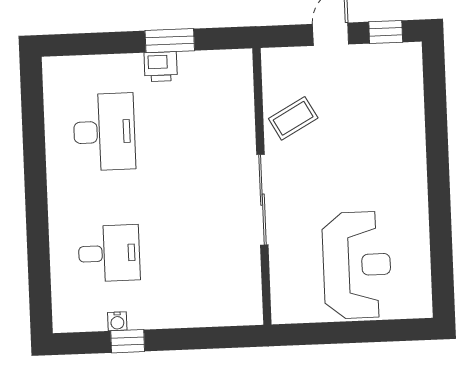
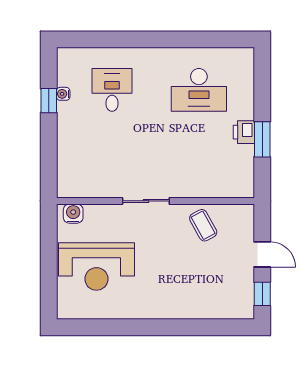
sliding door: (262, 200) -> (146, 201), width x0.73
desk: (109, 253) -> (112, 90), turned 180
water cooler: (284, 301) -> (73, 214), added

